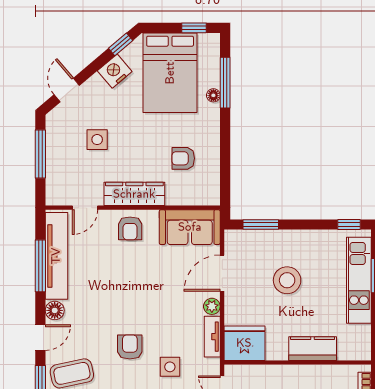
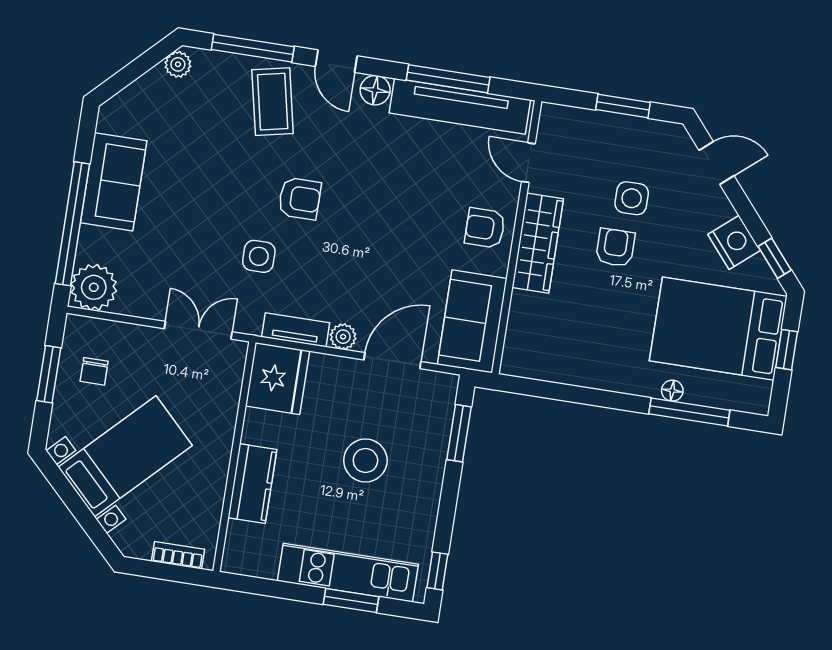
window: (194, 28) -> (787, 350), moved
window: (40, 154) -> (623, 106), width x0.69
armchair: (183, 158) -> (615, 248), moved
door: (222, 273) -> (392, 361), hinge flipped

